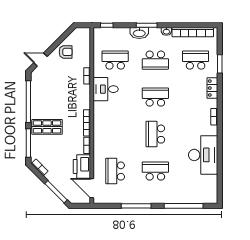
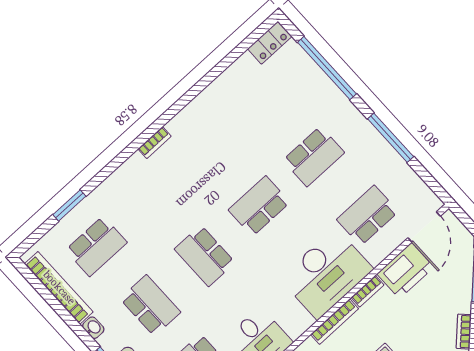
school desk: (196, 60) -> (96, 246), turned -90
locker: (212, 88) -> (270, 43), moved
school desk: (155, 134) -> (259, 206), turned 180
desk: (203, 155) -> (326, 274), moved, turned 180
school desk: (115, 171) -> (368, 216), turned 180
school desk: (155, 171) -> (314, 156), turned -90

